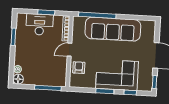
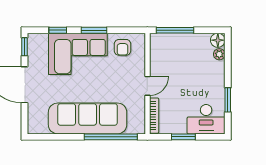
desk: (40, 25) -> (206, 119), moved
armchair: (79, 68) -> (123, 47), moved

